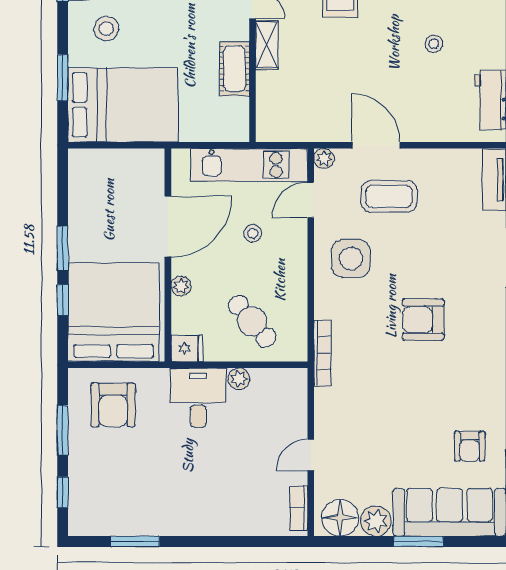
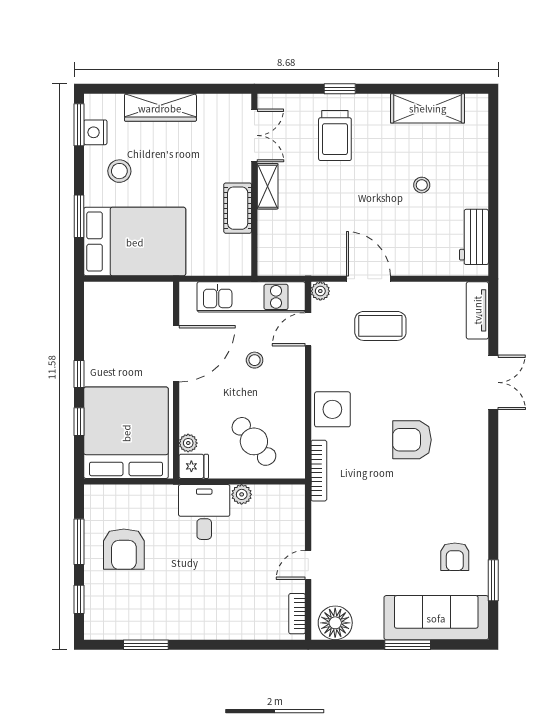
window: (63, 248) -> (79, 374), width x0.67
side table: (351, 258) -> (332, 409), moved
plant: (181, 286) -> (188, 443), moved
armchair: (113, 405) -> (124, 549), moved
plant: (376, 521) -> (368, 626), removed

